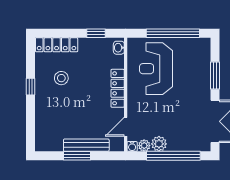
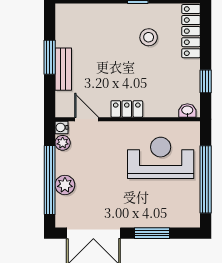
locker: (118, 88) -> (127, 109), width x0.66
plant: (159, 144) -> (65, 185), moved
bench: (86, 145) -> (63, 69), width x0.73

